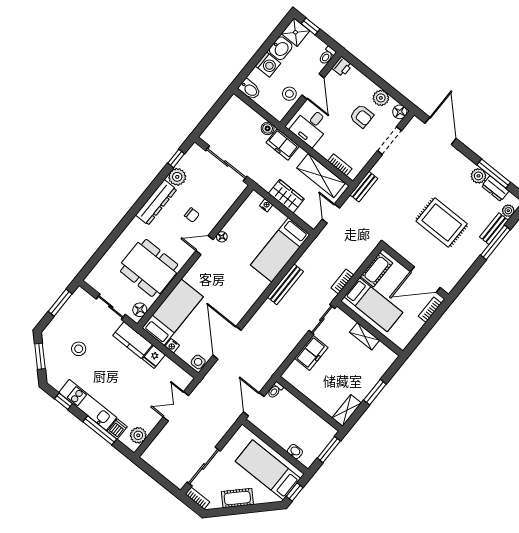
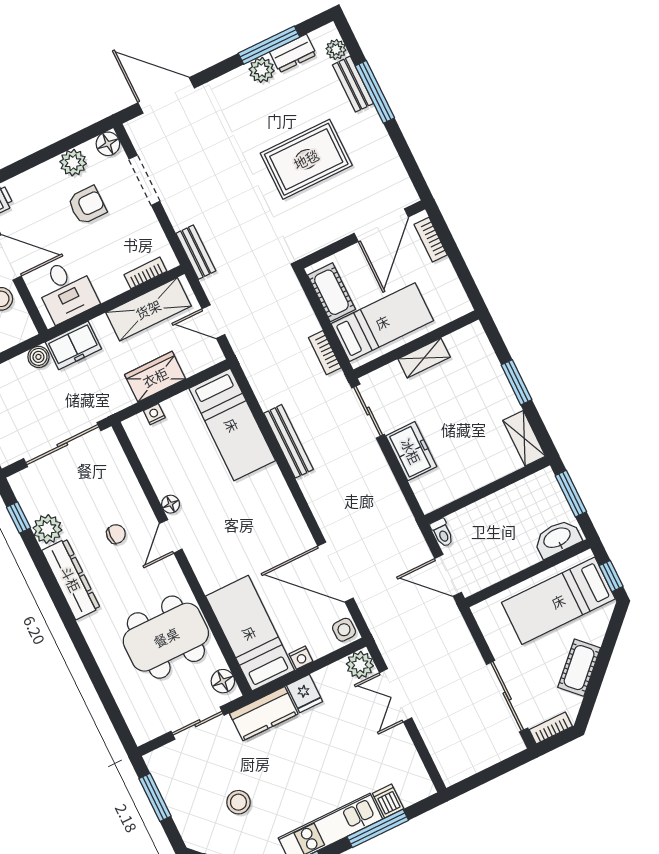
plant: (138, 435) -> (360, 665), moved
washbasin: (295, 452) -> (557, 538), width x1.91, depth x1.45

